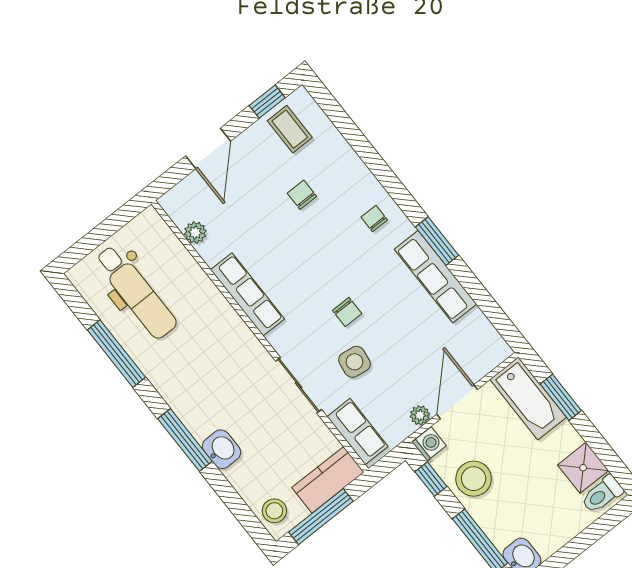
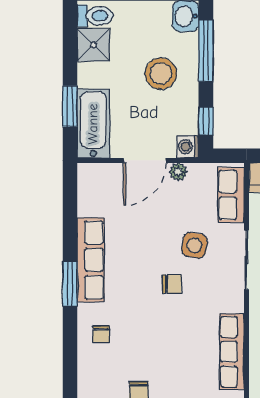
chair: (347, 312) -> (172, 284), turned 90
stool: (474, 479) -> (161, 74), moved

